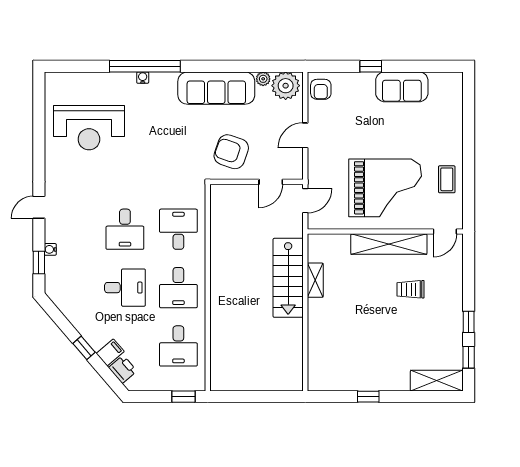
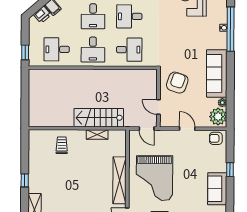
desk: (178, 288) -> (93, 49), turned -90
trolley: (411, 289) -> (62, 145), moved
window: (368, 397) -> (25, 180), moved

